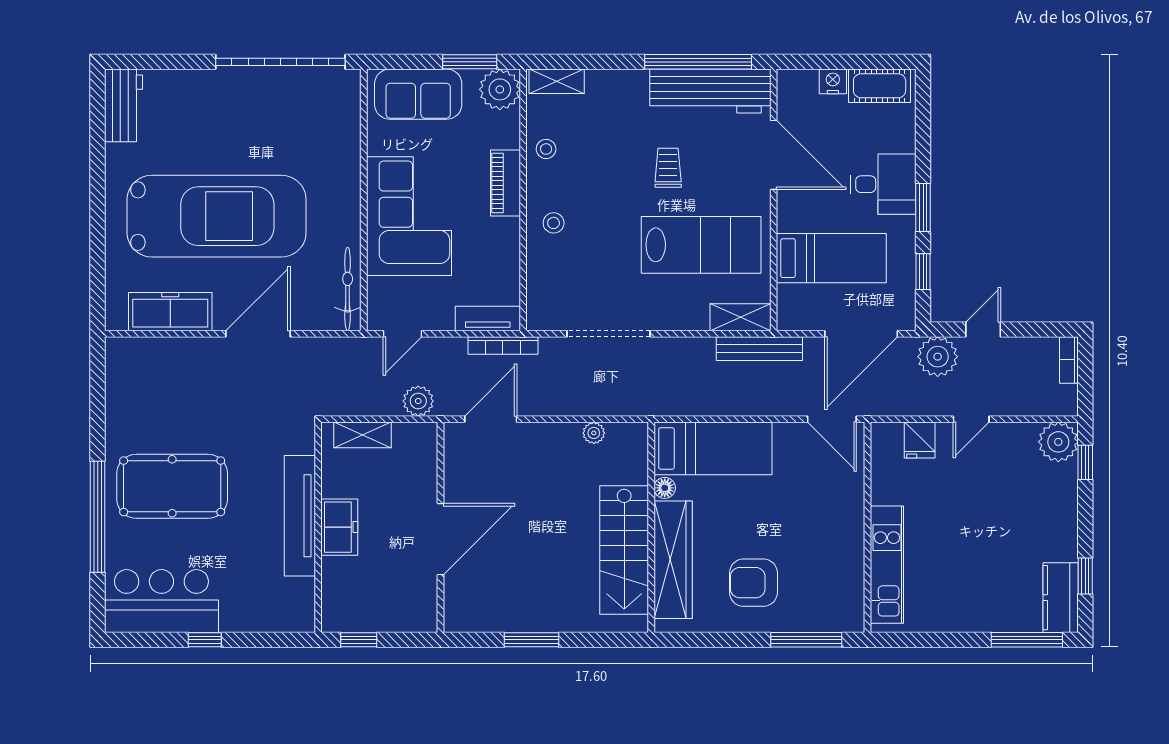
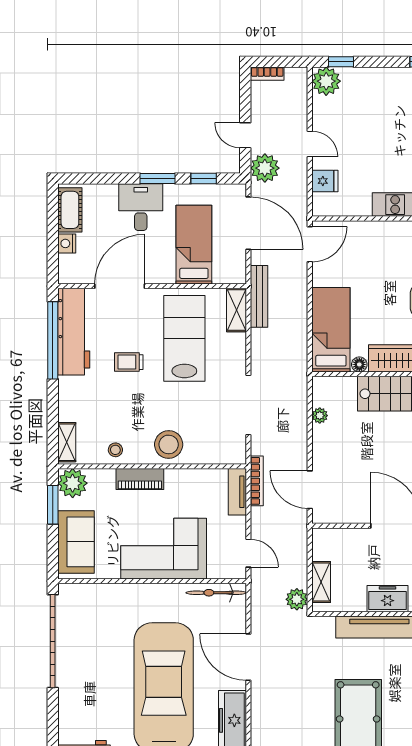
stool: (554, 223) -> (169, 444), width x1.89, depth x1.89
plant: (418, 401) -> (297, 599), moved

